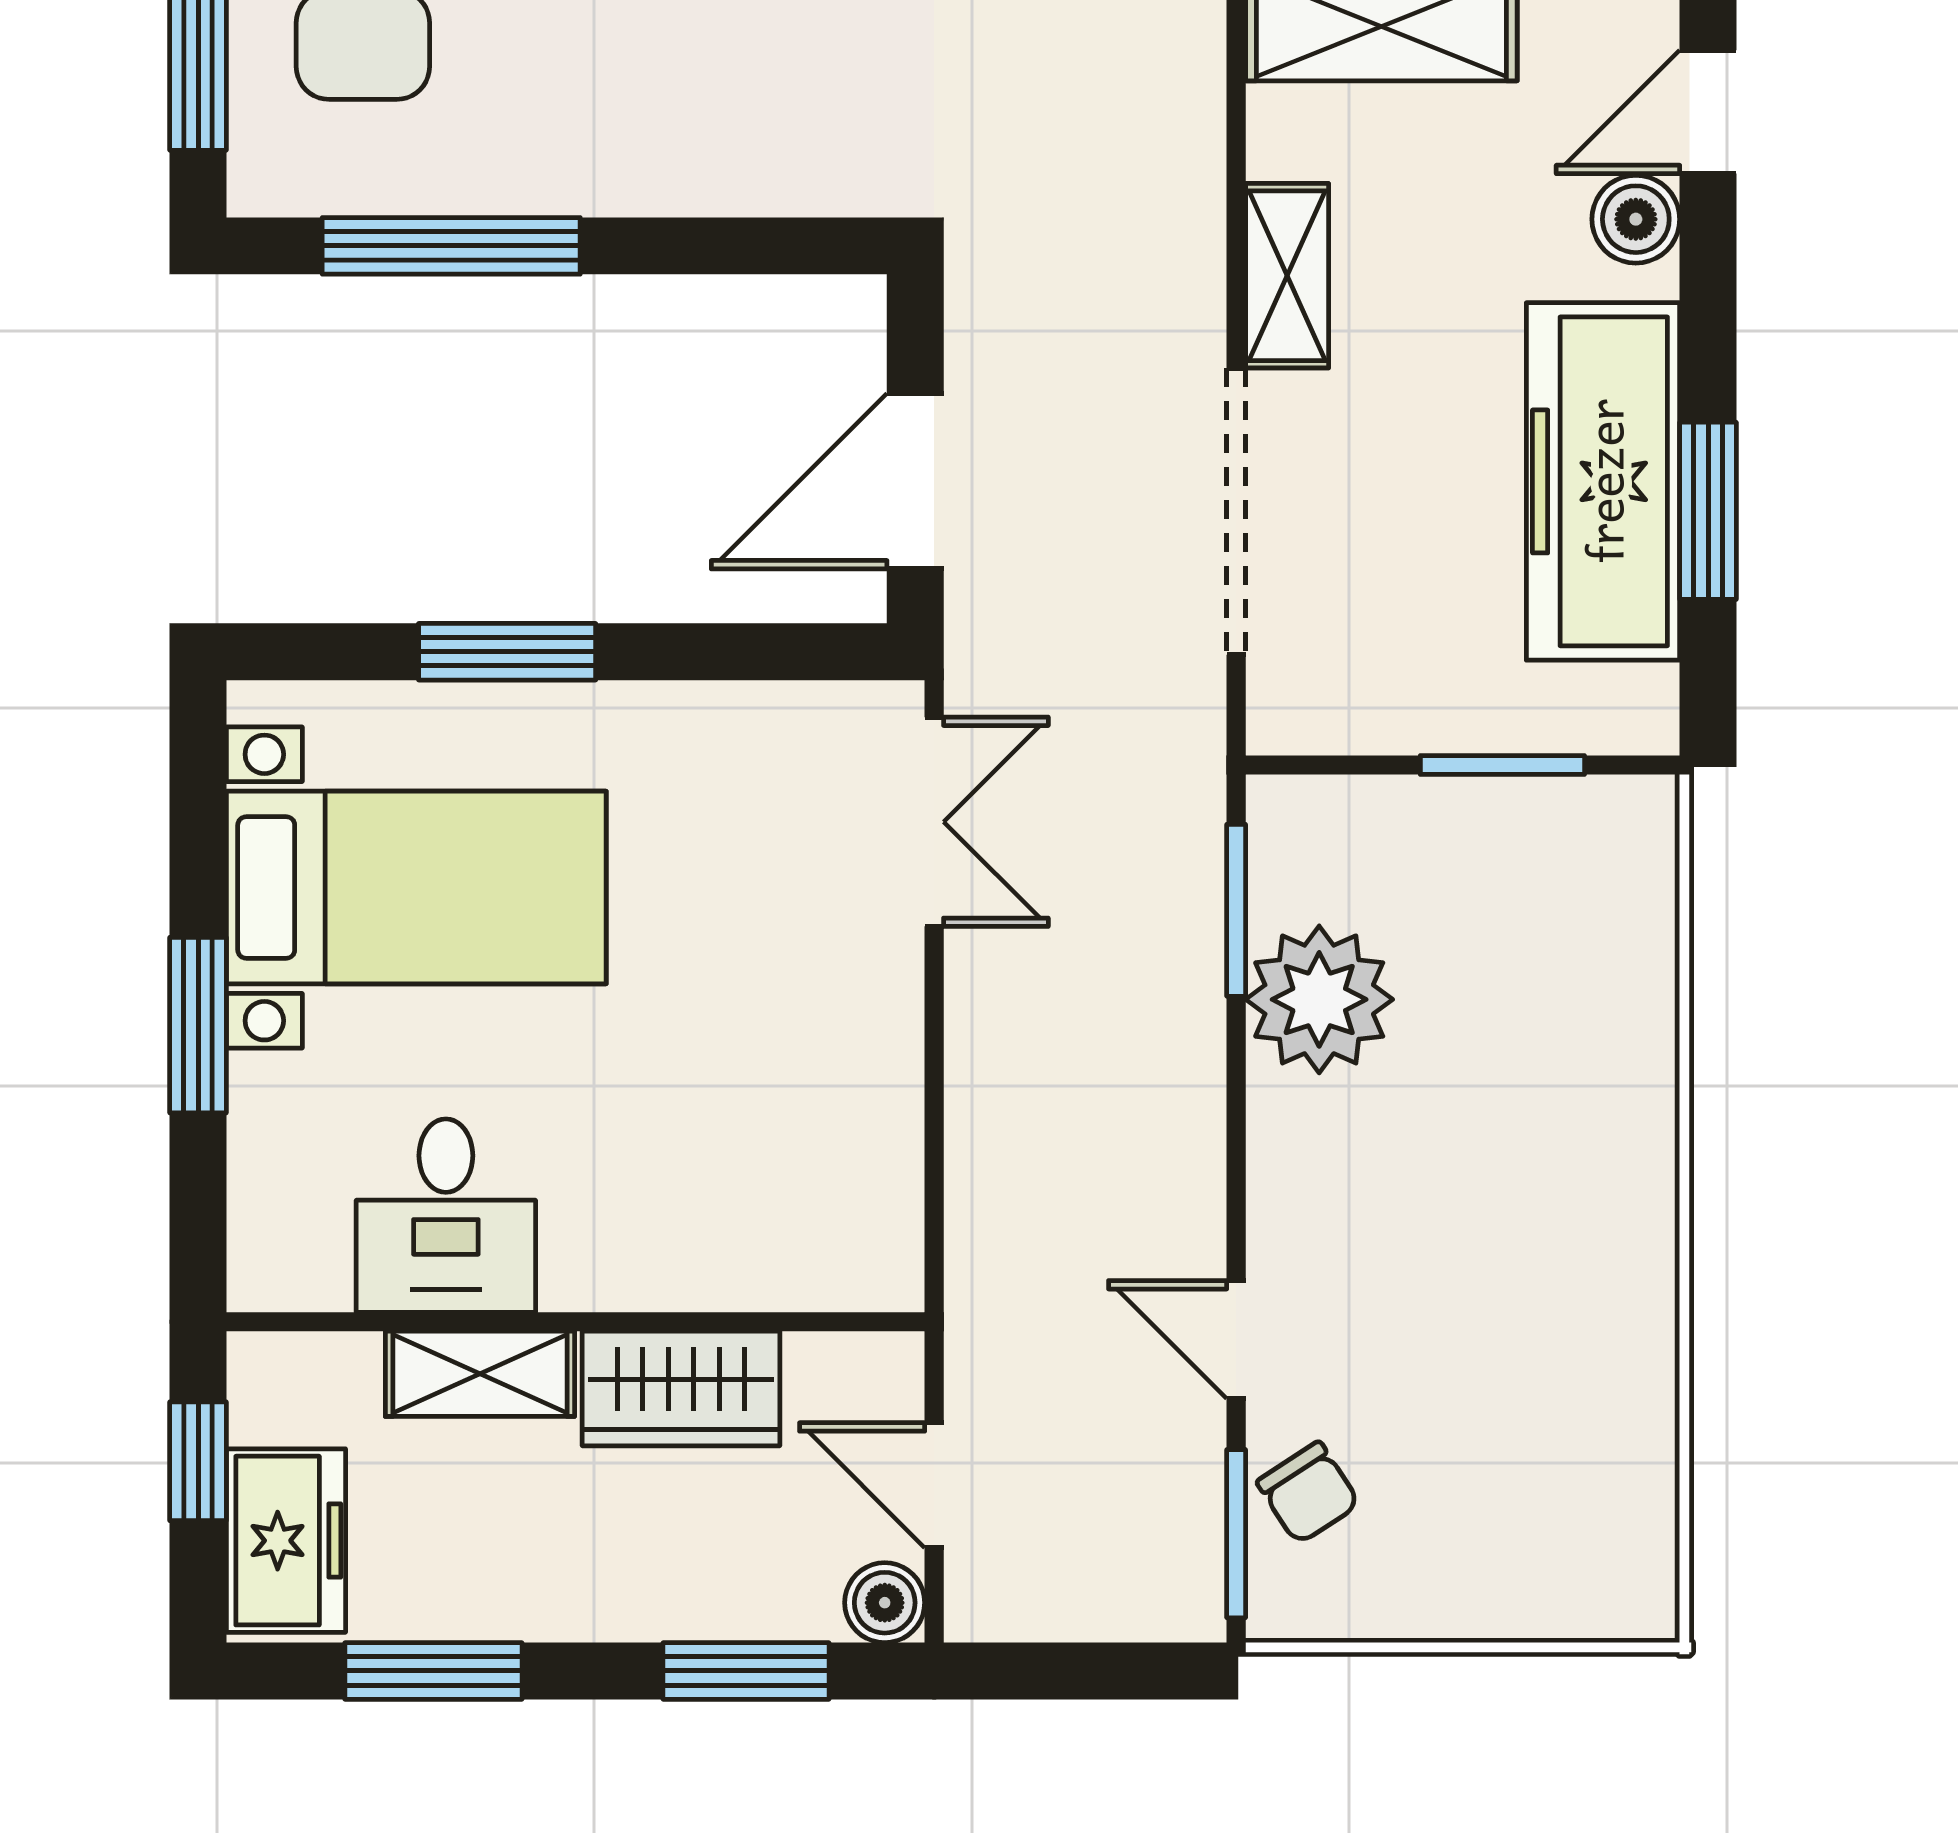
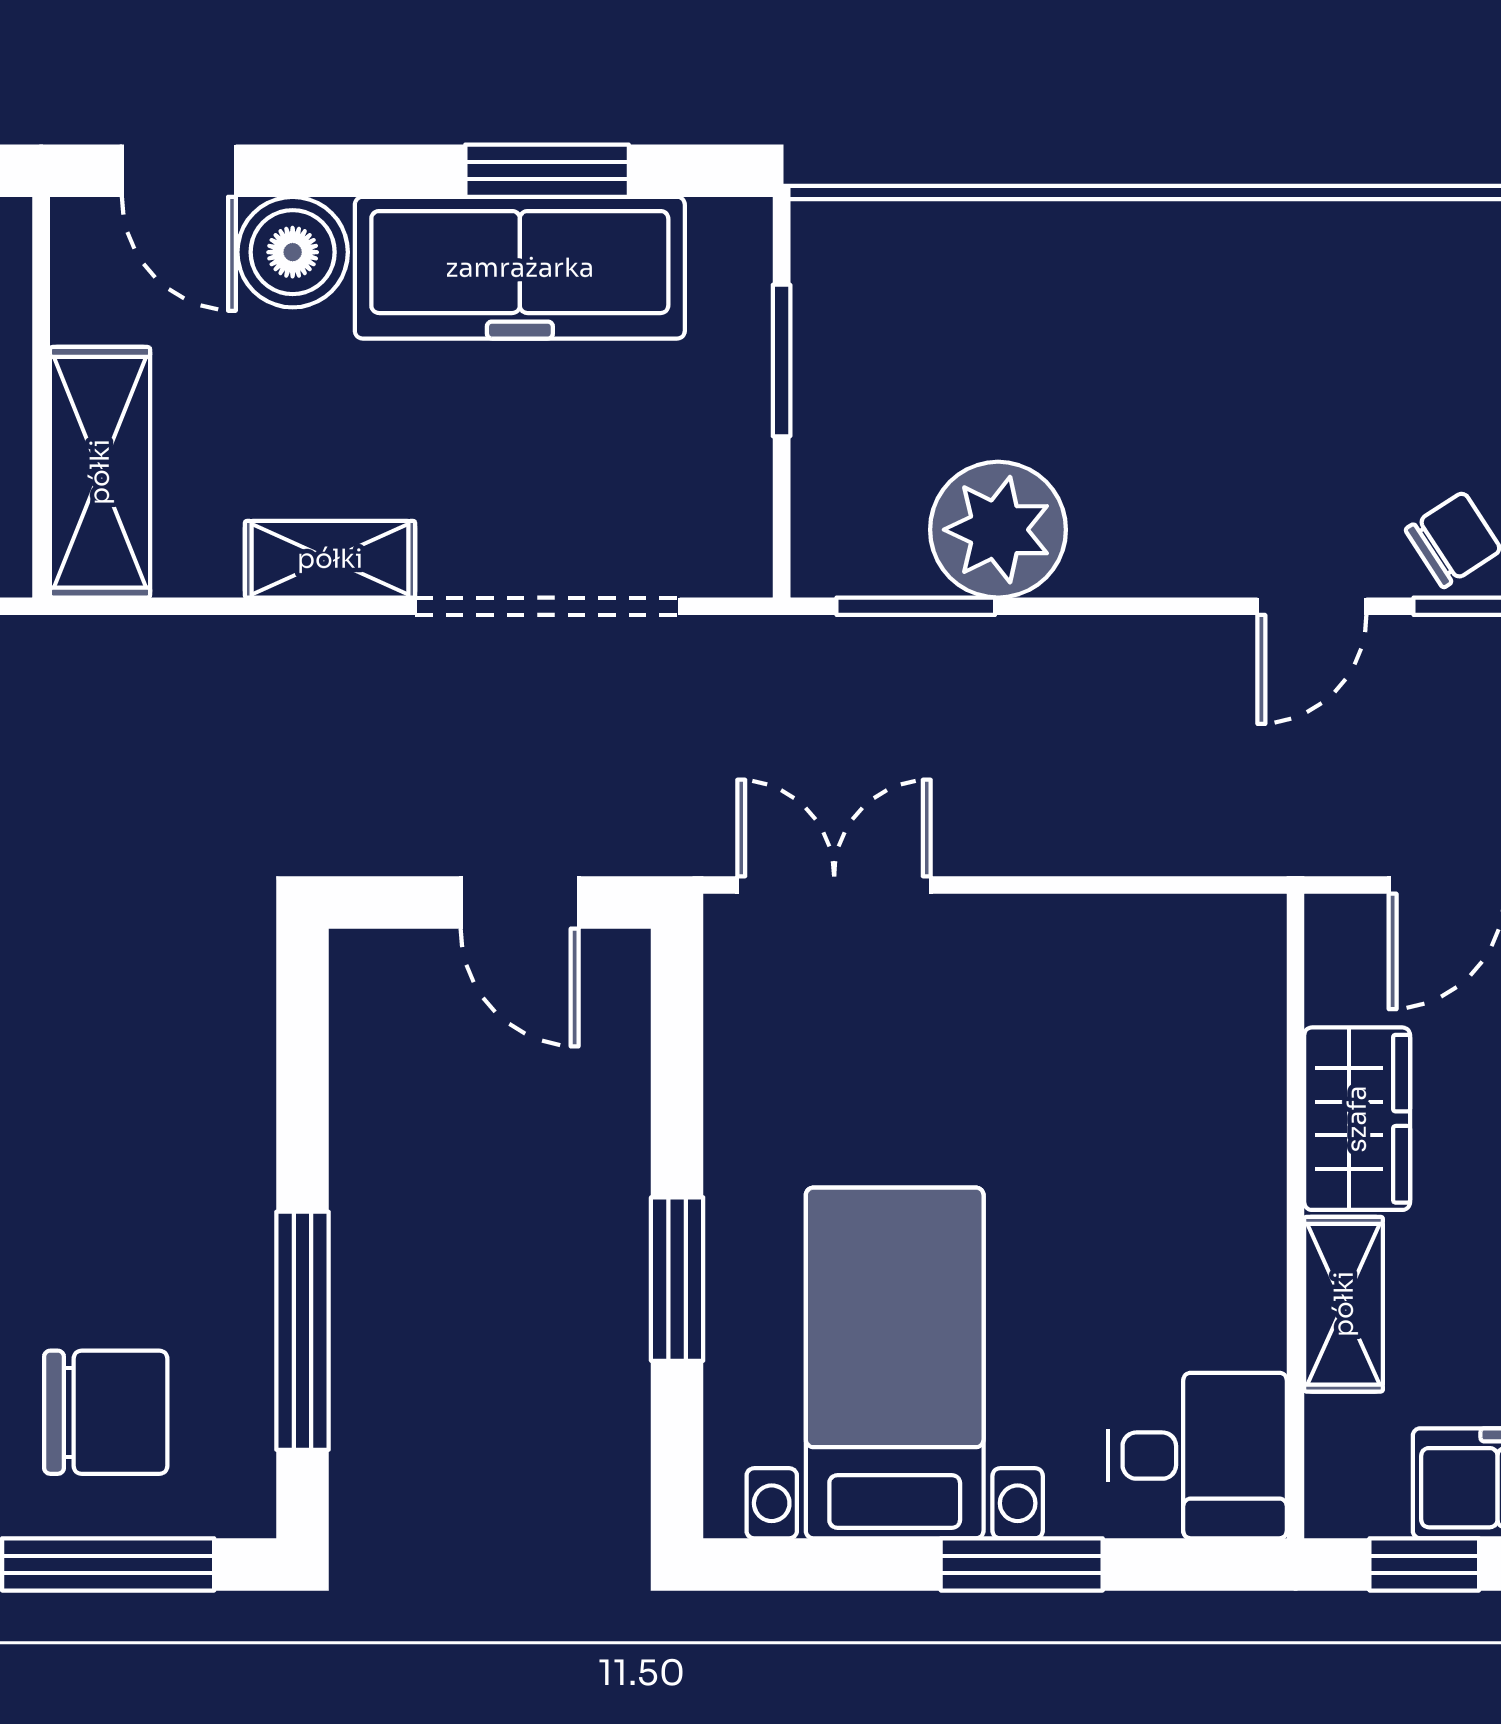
boiler: (1636, 219) -> (293, 252), width x1.36, depth x1.36
door: (915, 481) -> (520, 902), width x0.73
desk: (446, 1216) -> (1198, 1456), moved

